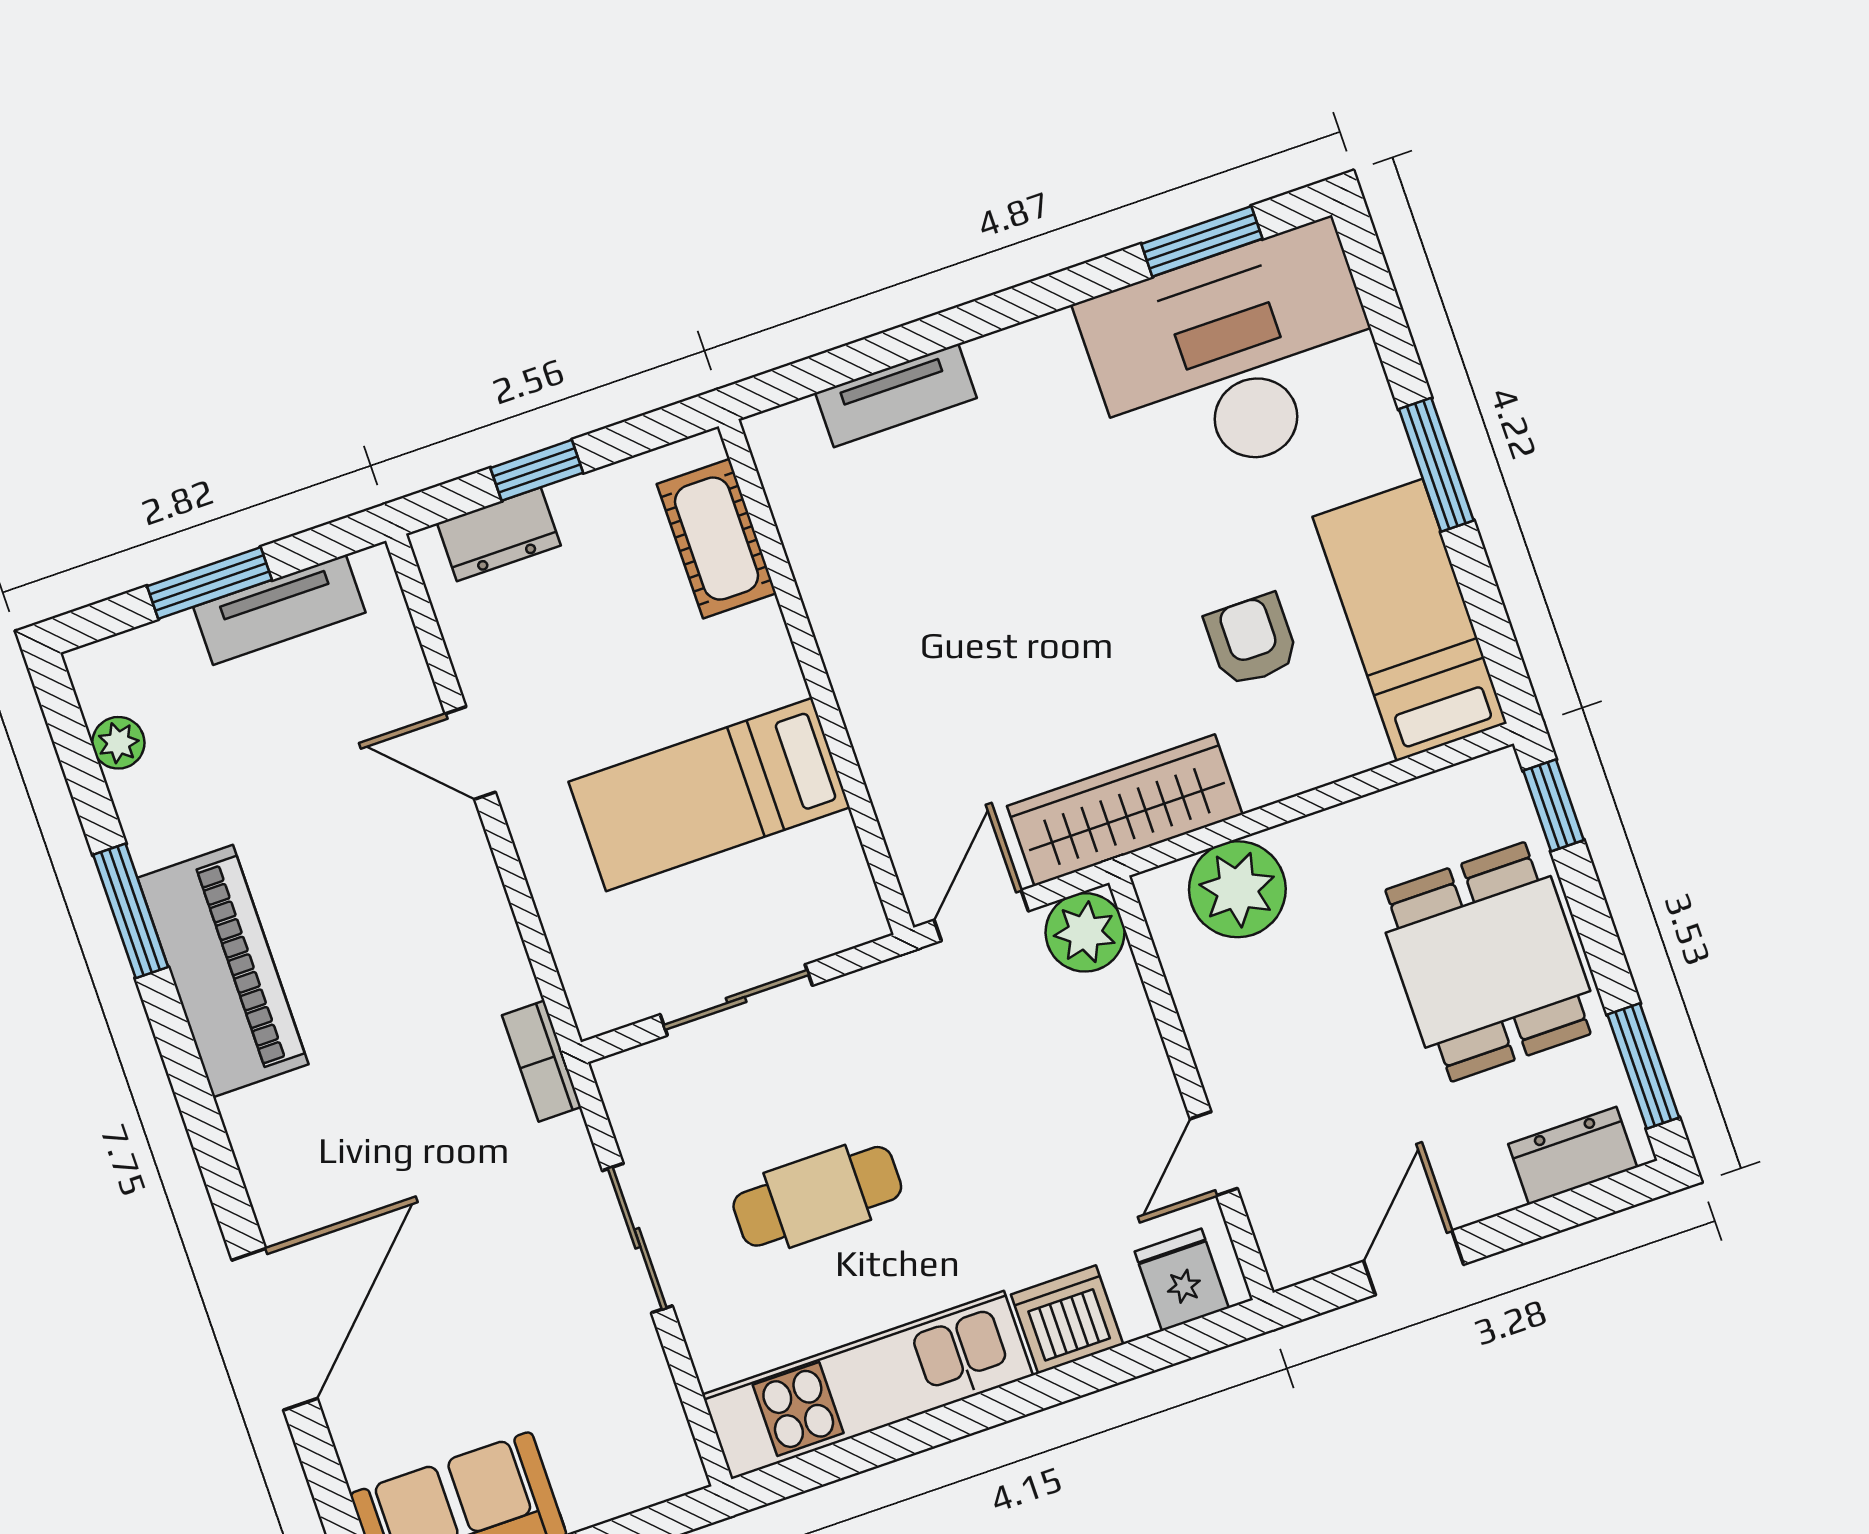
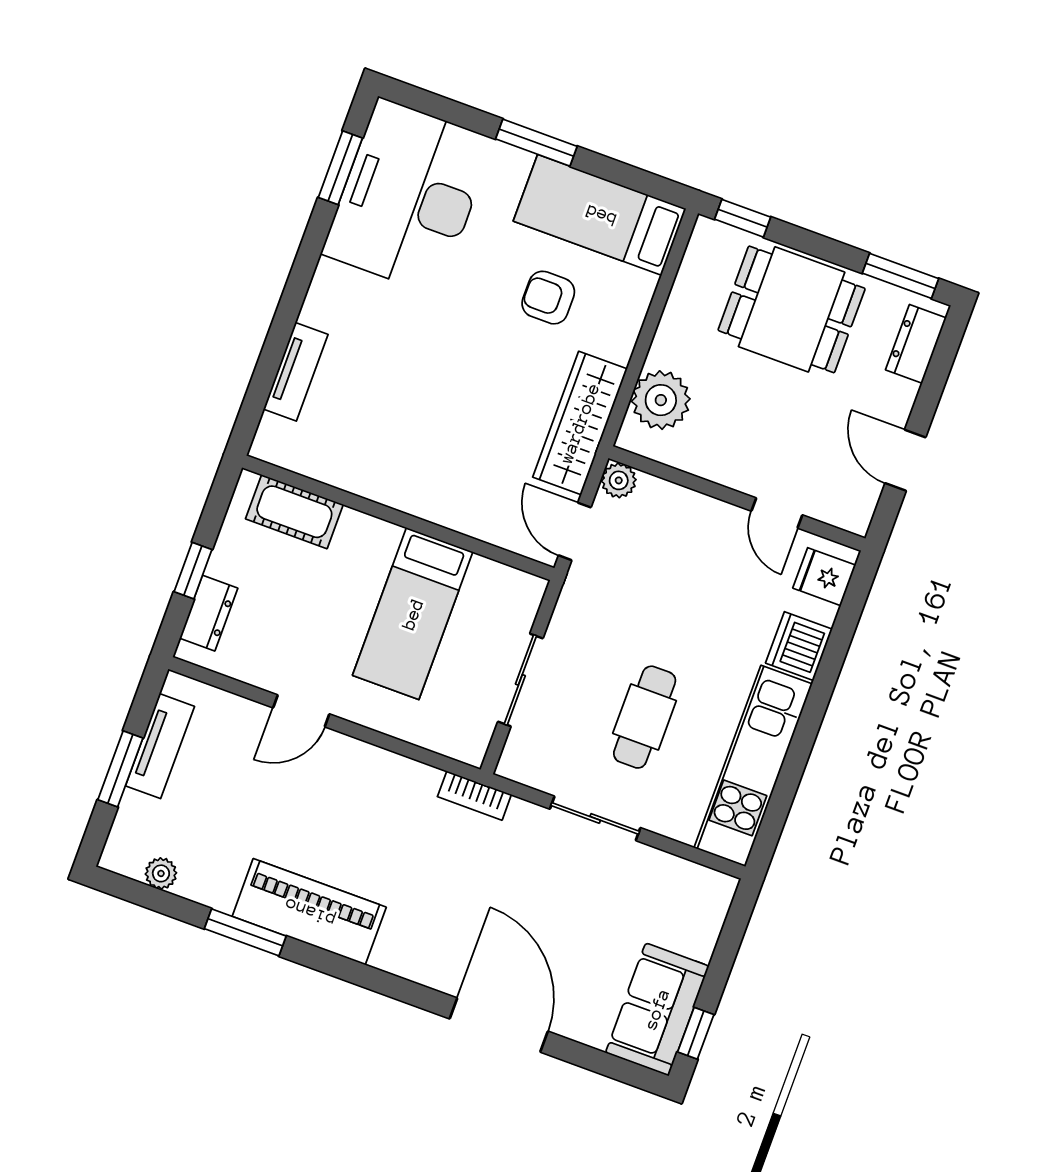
plant: (1085, 932) -> (619, 480), width x0.73, depth x0.73

